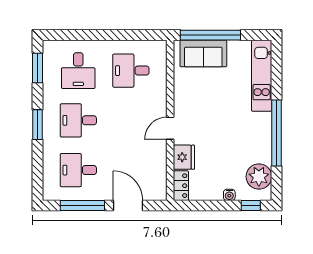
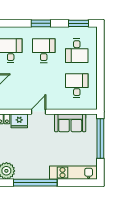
sofa: (203, 54) -> (70, 123), moved, turned -90
desk: (78, 71) -> (77, 51), turned -90
door: (170, 128) -> (38, 112), hinge flipped

